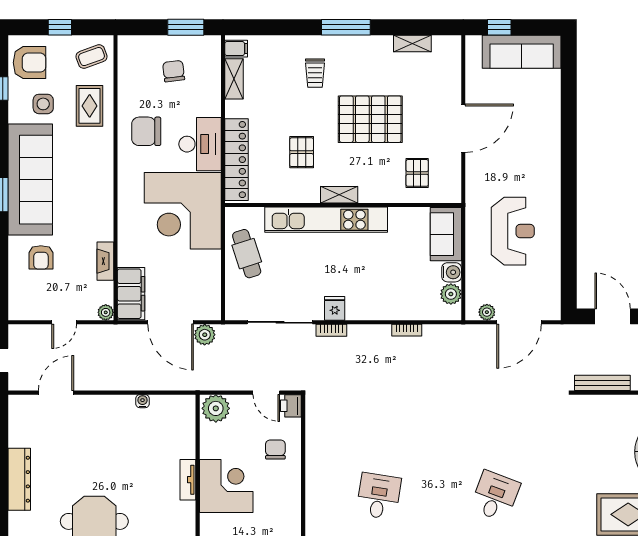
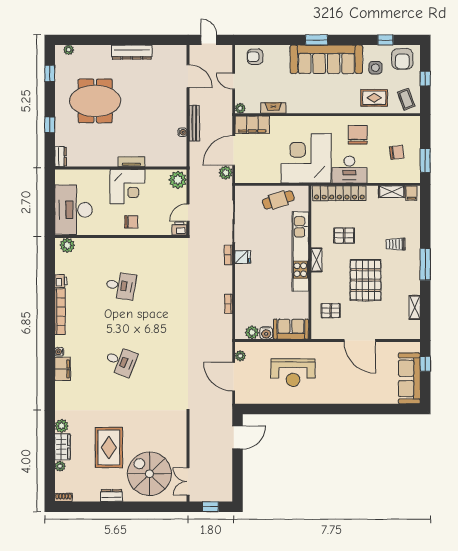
armchair: (41, 257) -> (255, 57), moved
bench: (602, 383) -> (194, 123), moved
chair: (275, 450) -> (131, 222), moved

